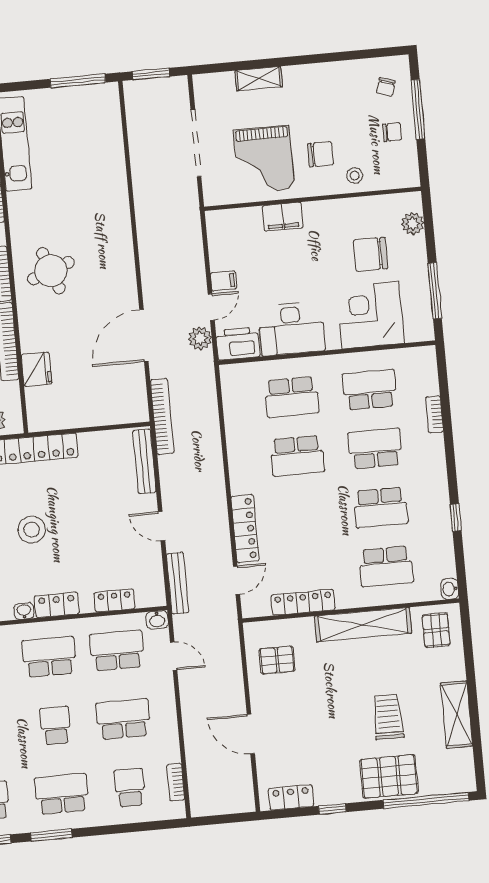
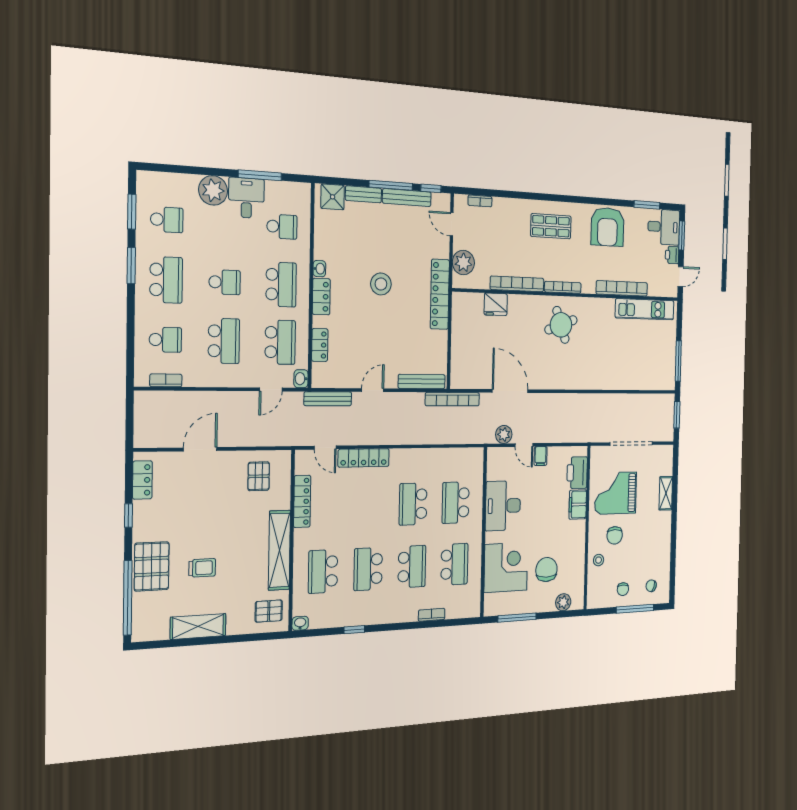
printer: (238, 344) -> (577, 473), moved, turned 180
trolley: (388, 717) -> (202, 568), width x0.73, depth x0.72

